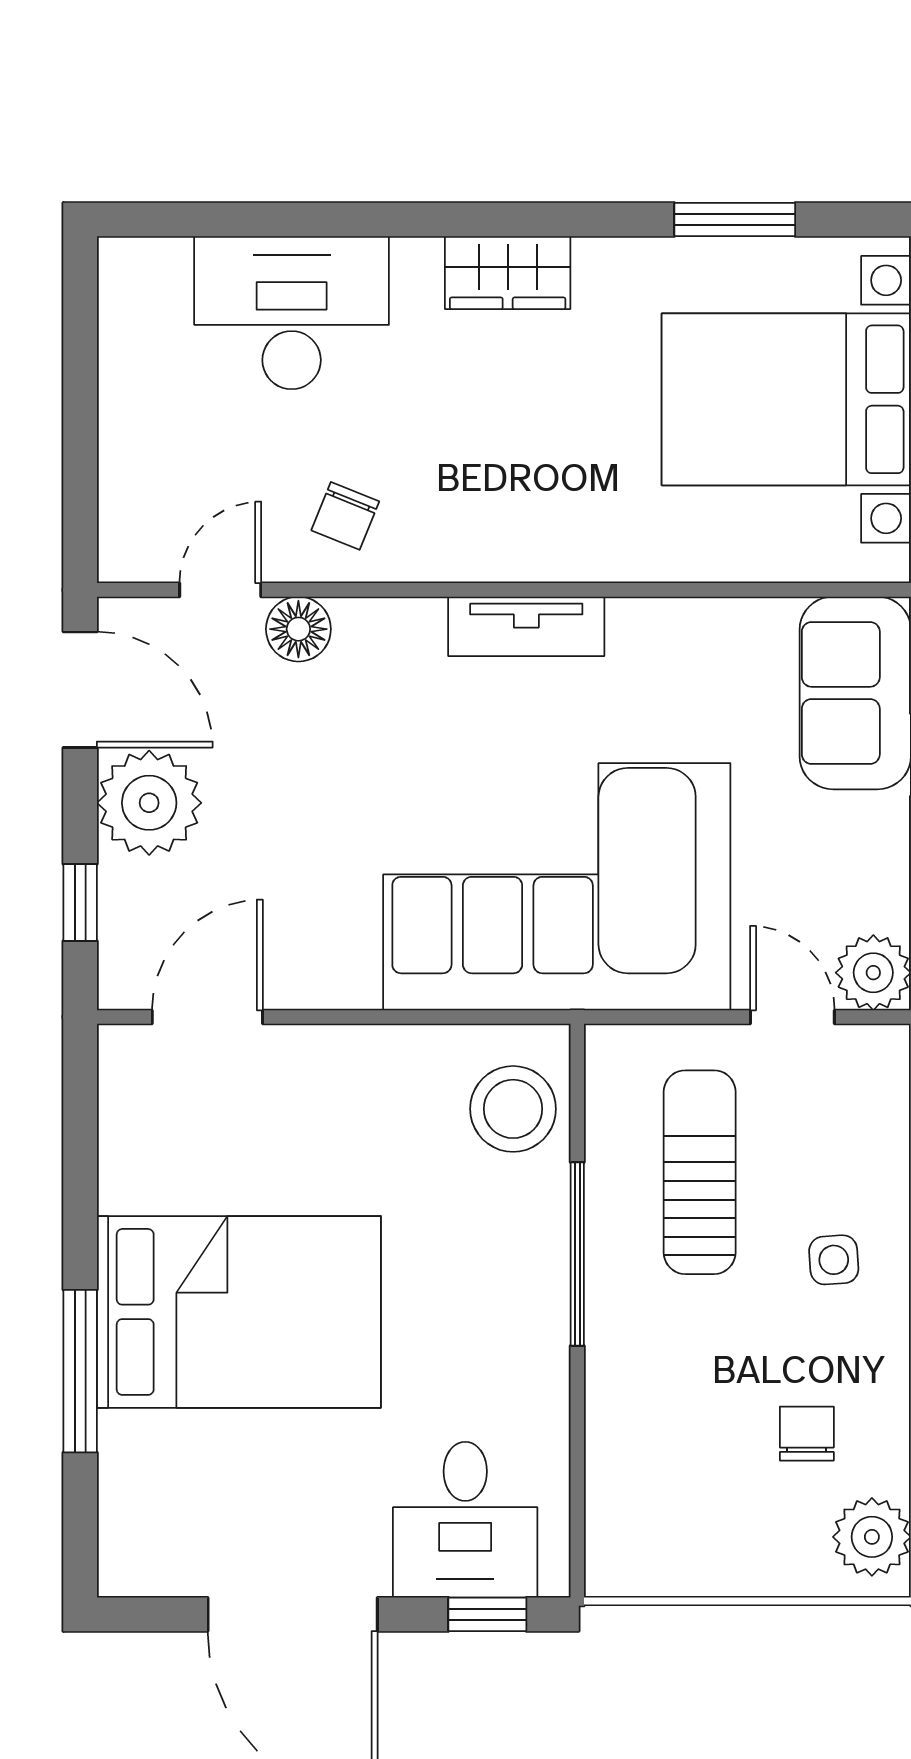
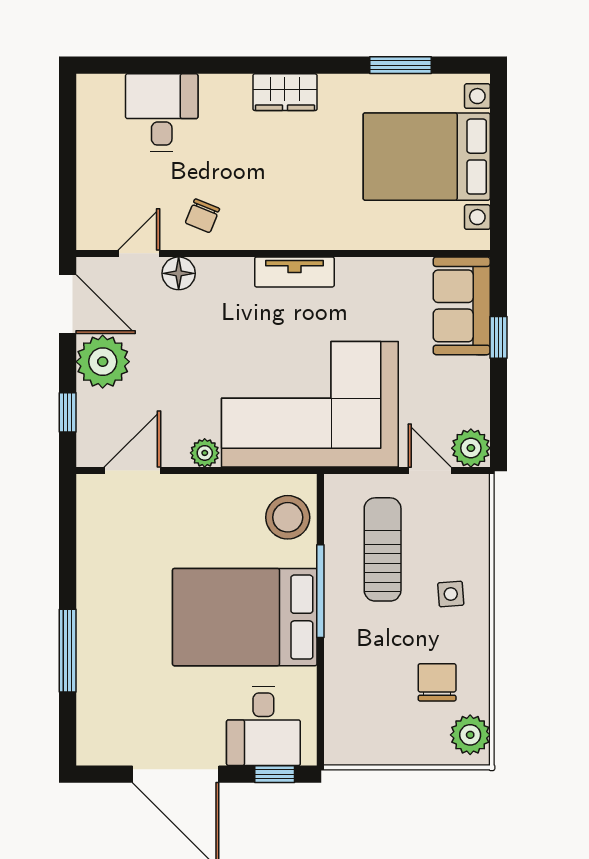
desk: (292, 313) -> (162, 113), width x0.73
plant: (350, 982) -> (205, 453), added
bed: (239, 1312) -> (245, 617), moved, turned 180
chair: (807, 1434) -> (437, 682), width x1.37, depth x1.37

